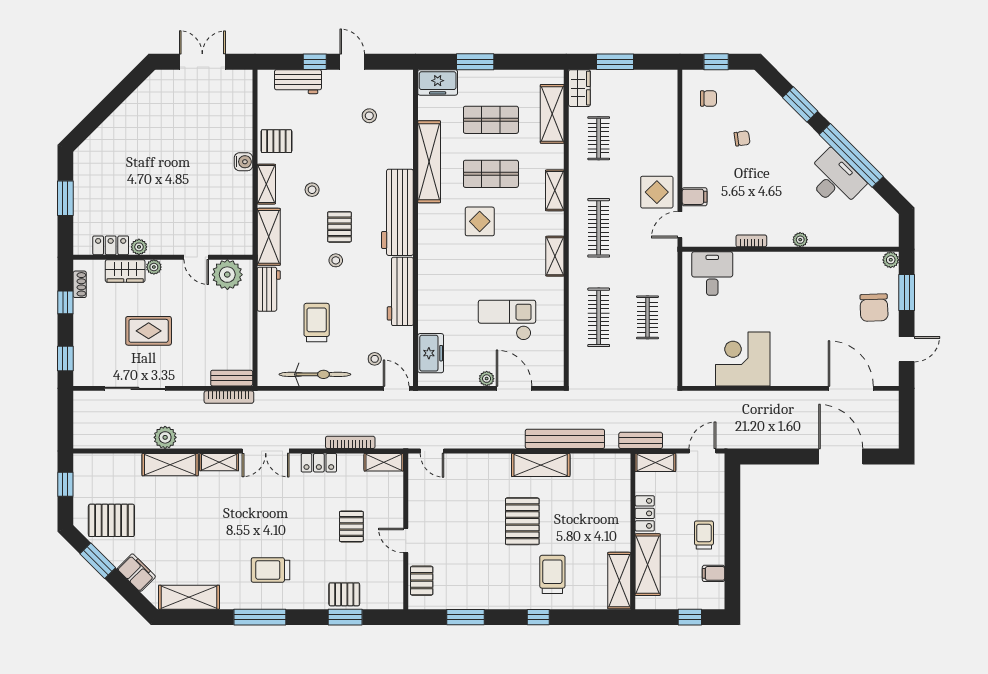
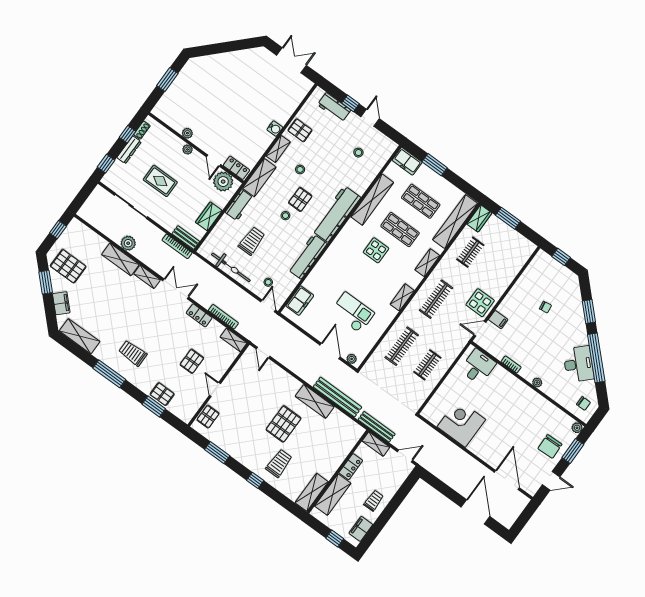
chair: (708, 98) -> (583, 403), moved
shelving: (552, 114) -> (455, 222), width x1.47
locker: (111, 245) -> (236, 168), moved
wardrobe: (125, 271) -> (209, 216), moved, turned 90
dresser: (81, 320) -> (129, 150), added
plant: (487, 379) -> (352, 359), moved
bench: (641, 440) -> (377, 427), width x1.36
double door: (266, 451) -> (176, 289), swing flipped
filing cabinet: (713, 573) -> (361, 529), width x2.00

